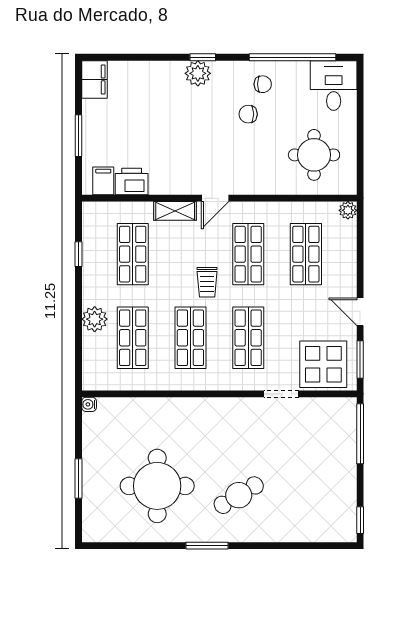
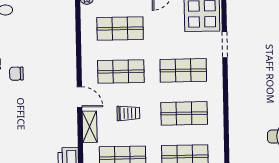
chair: (248, 114) -> (16, 74), turned 90
round table: (314, 155) -> (46, 24), removed
trolley: (207, 282) -> (128, 113), moved

